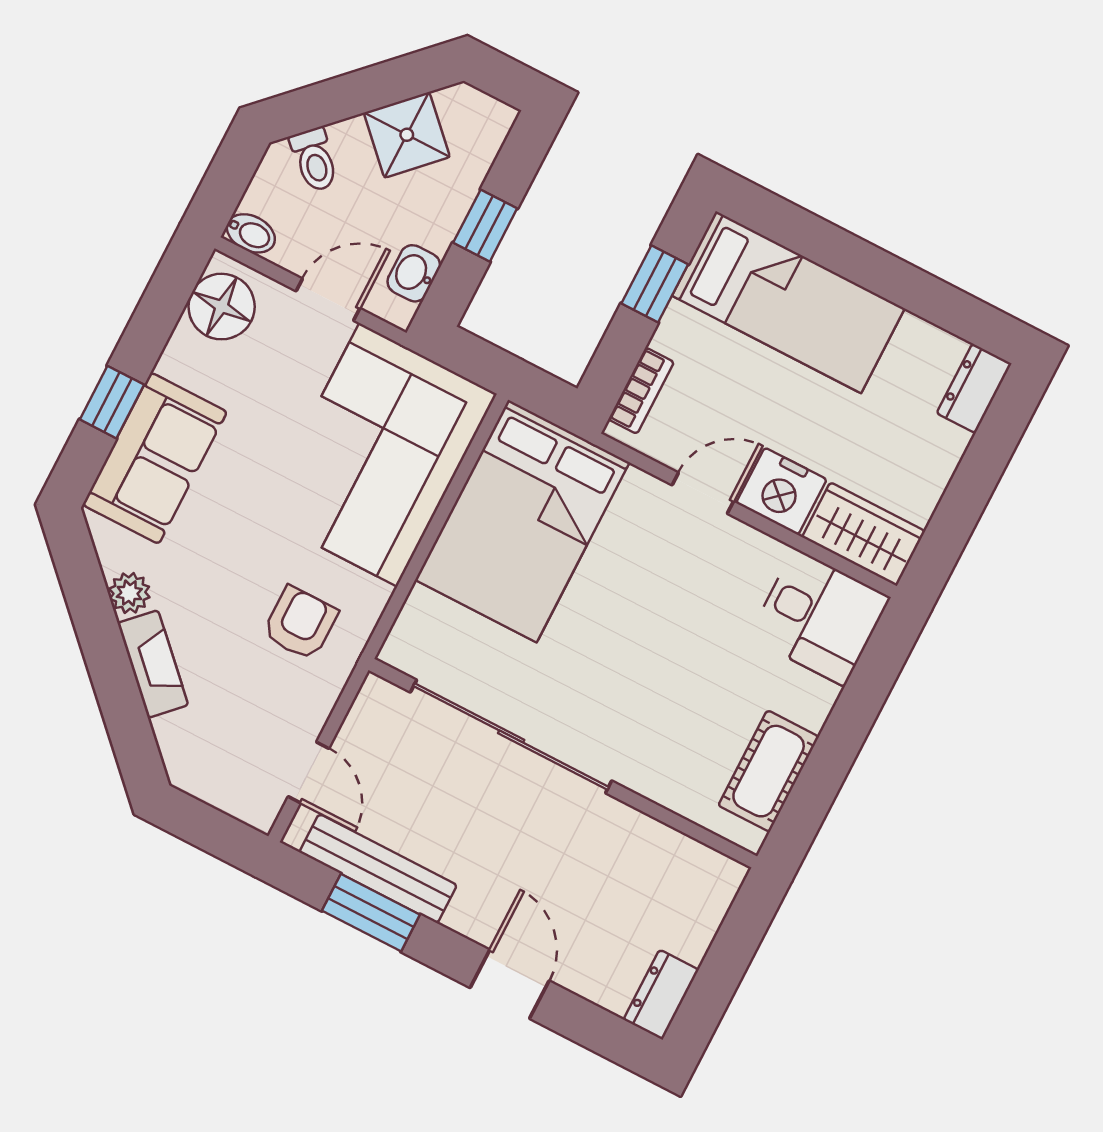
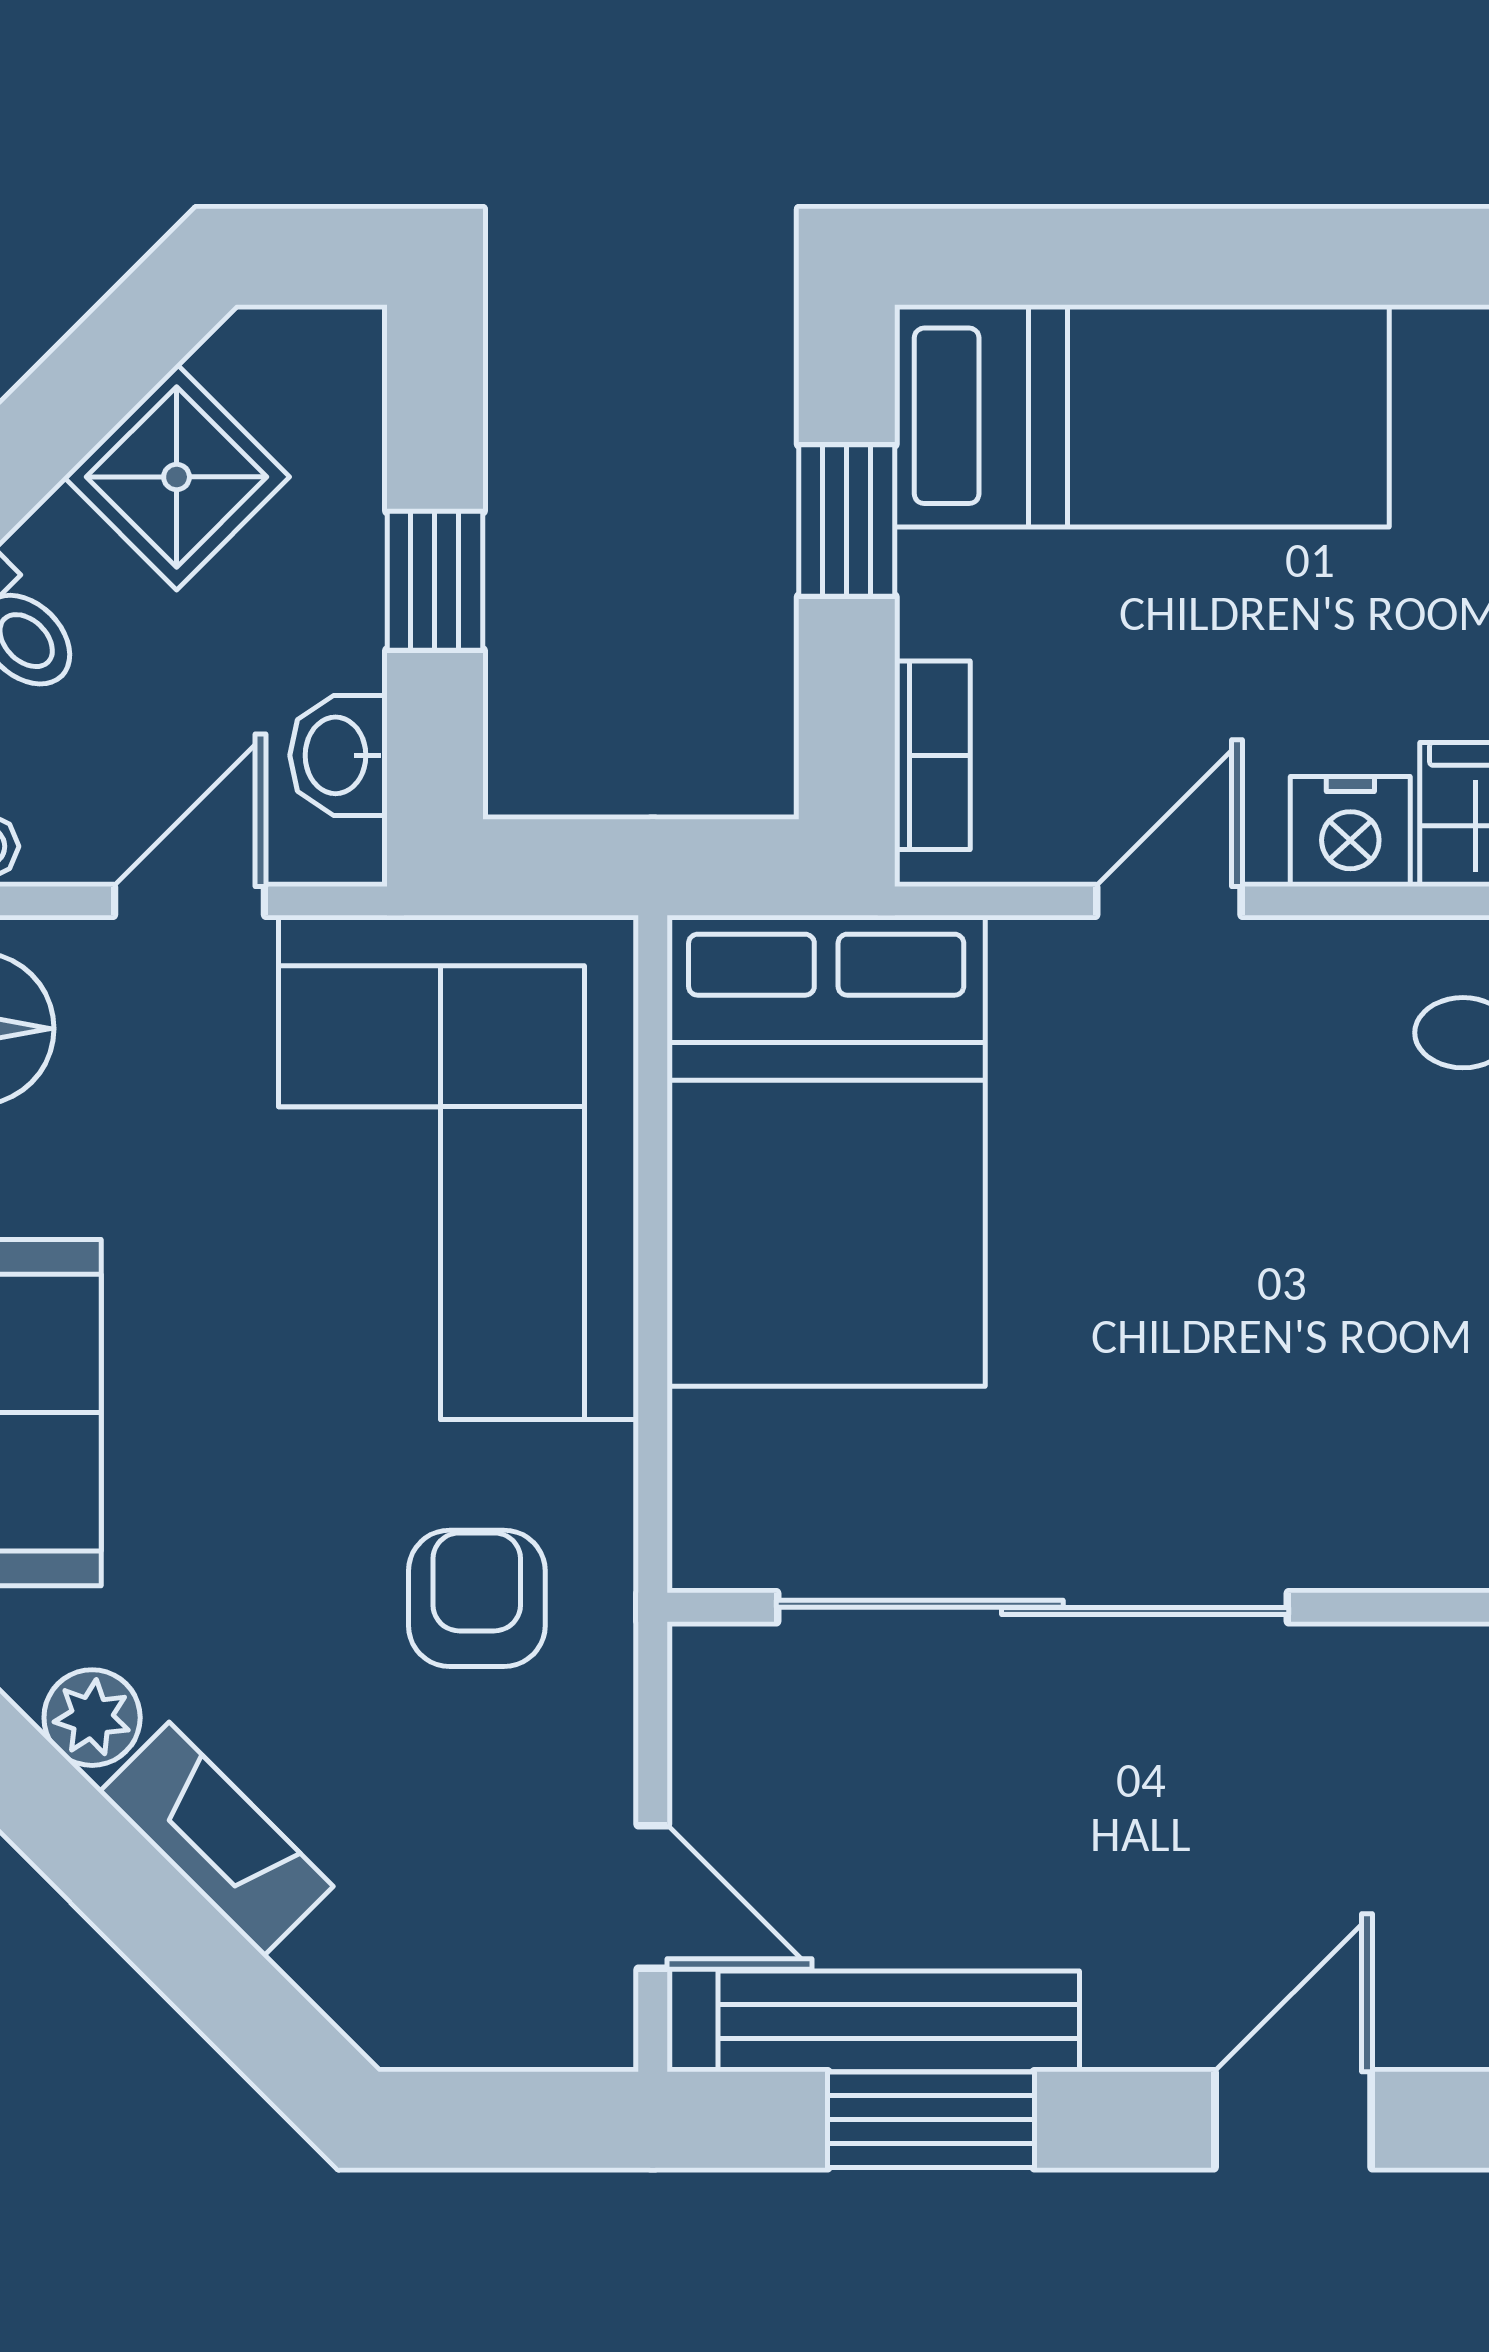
nightstand: (781, 491) -> (1350, 831), width x0.74, depth x0.75
door: (510, 984) -> (1293, 2120), hinge flipped

